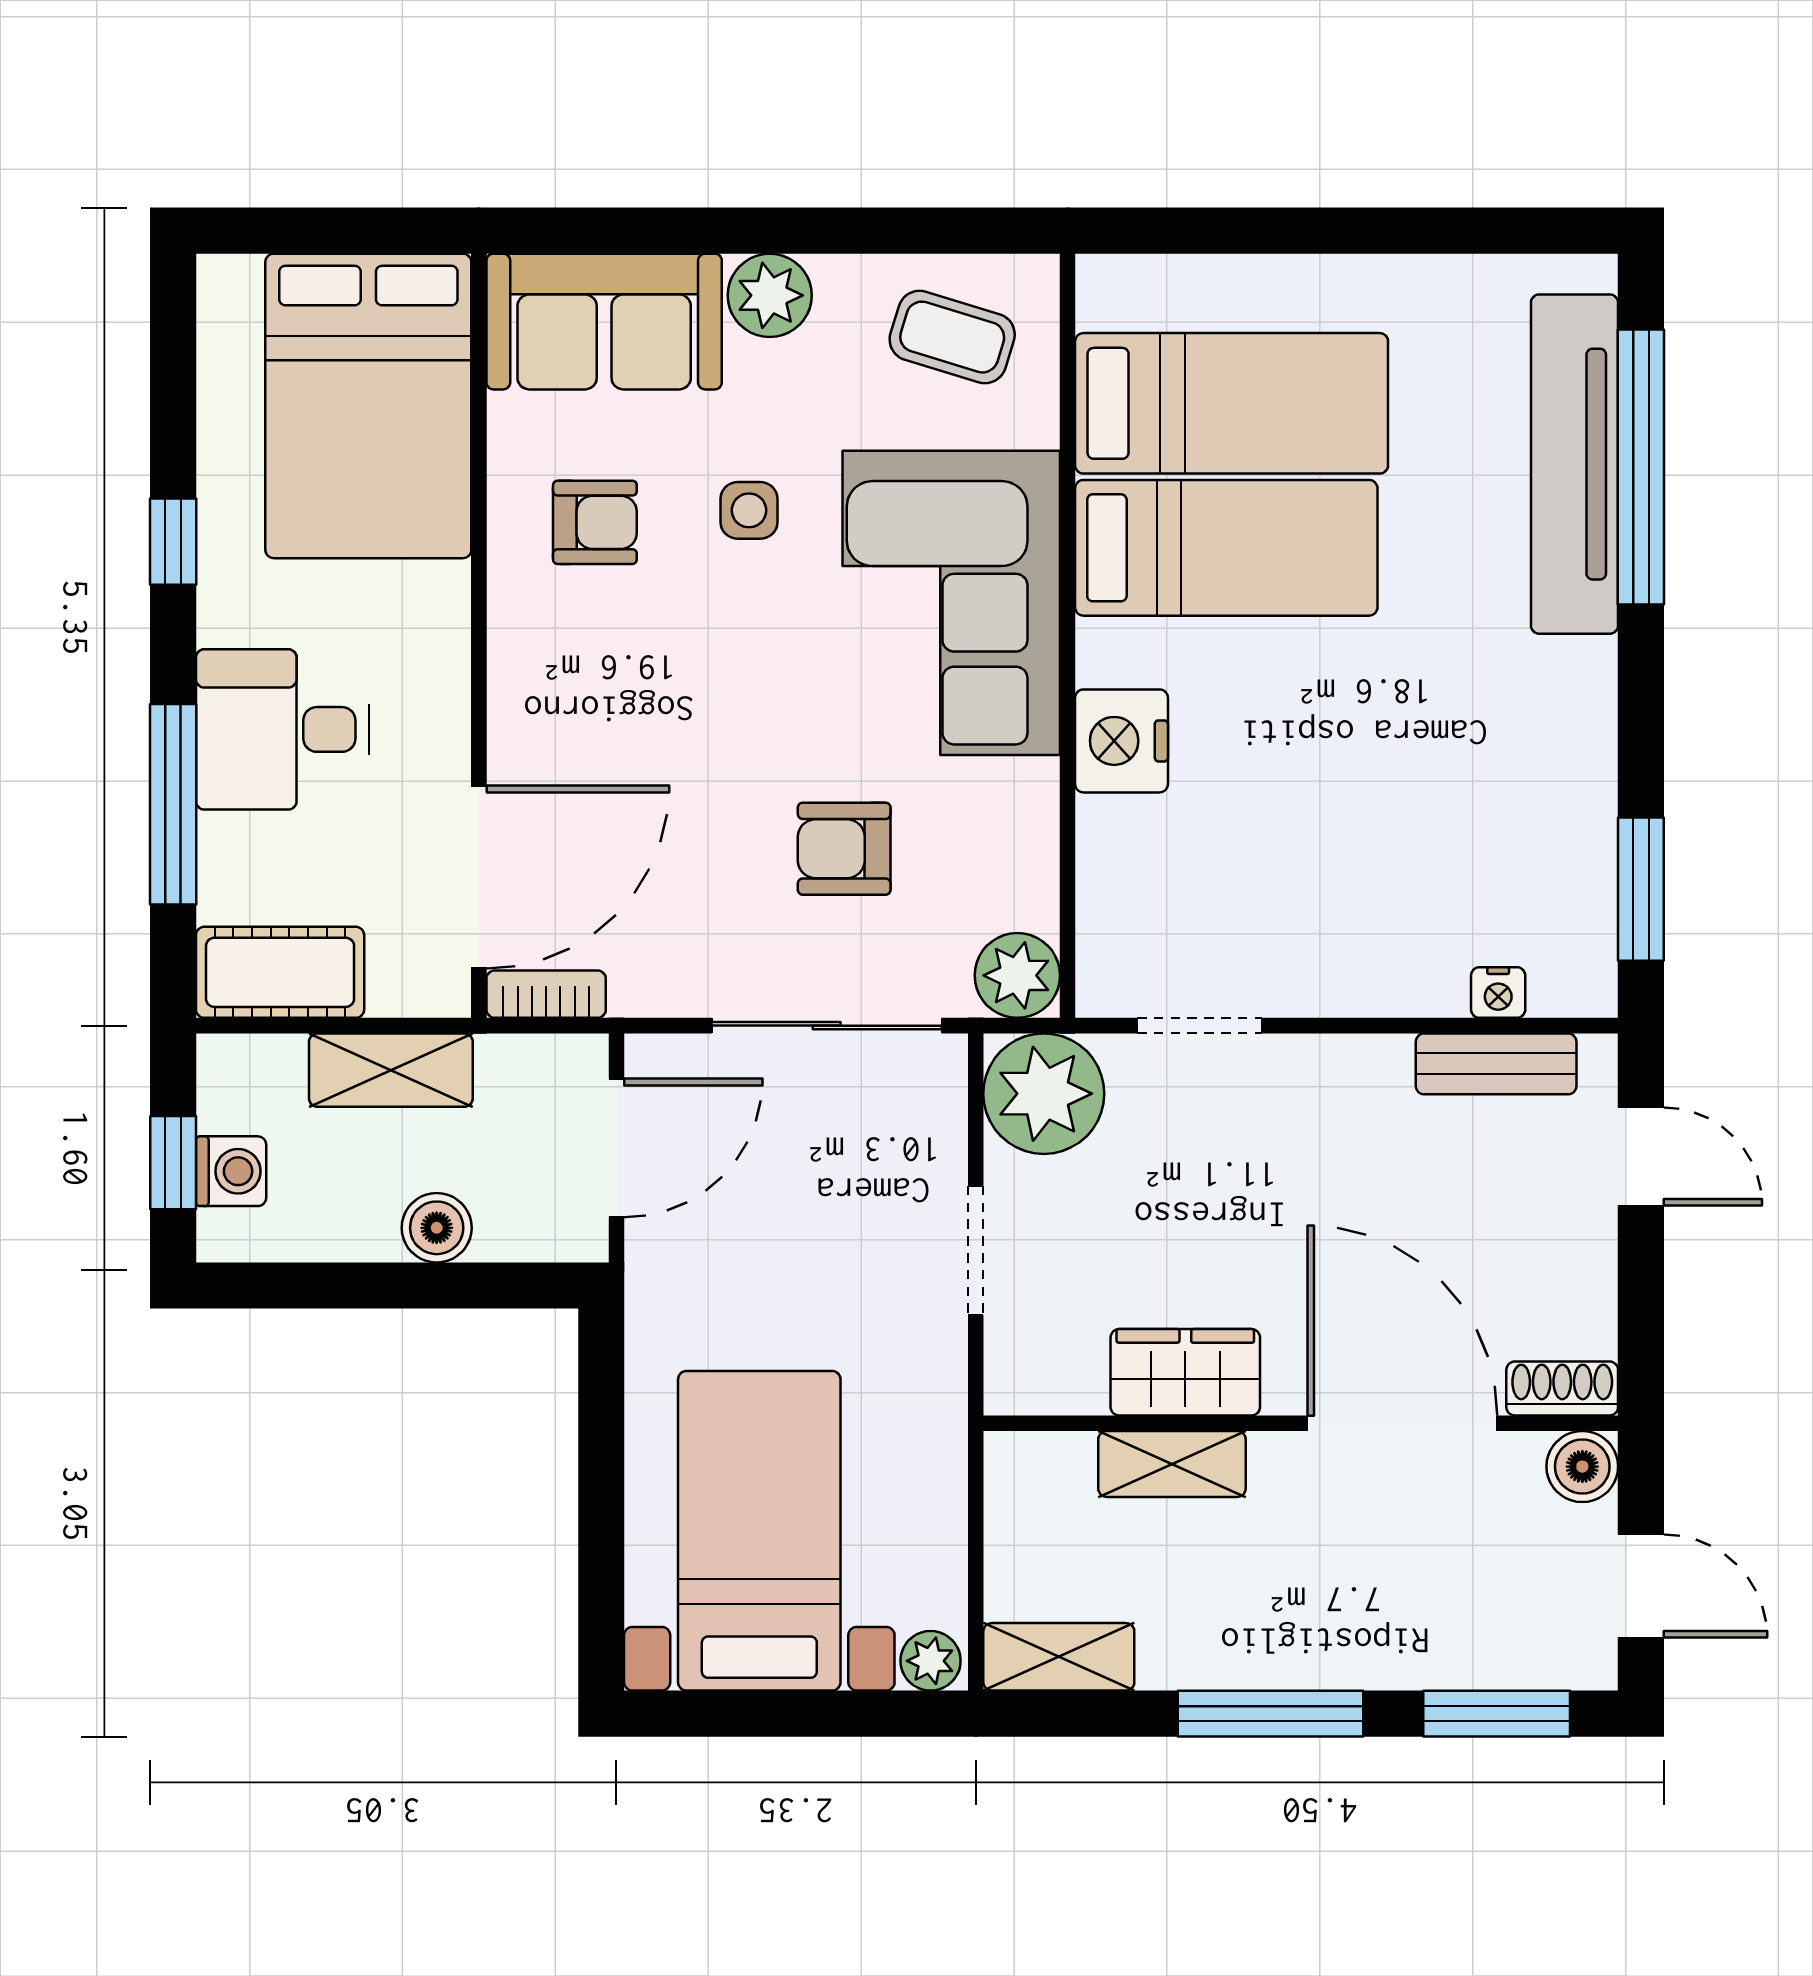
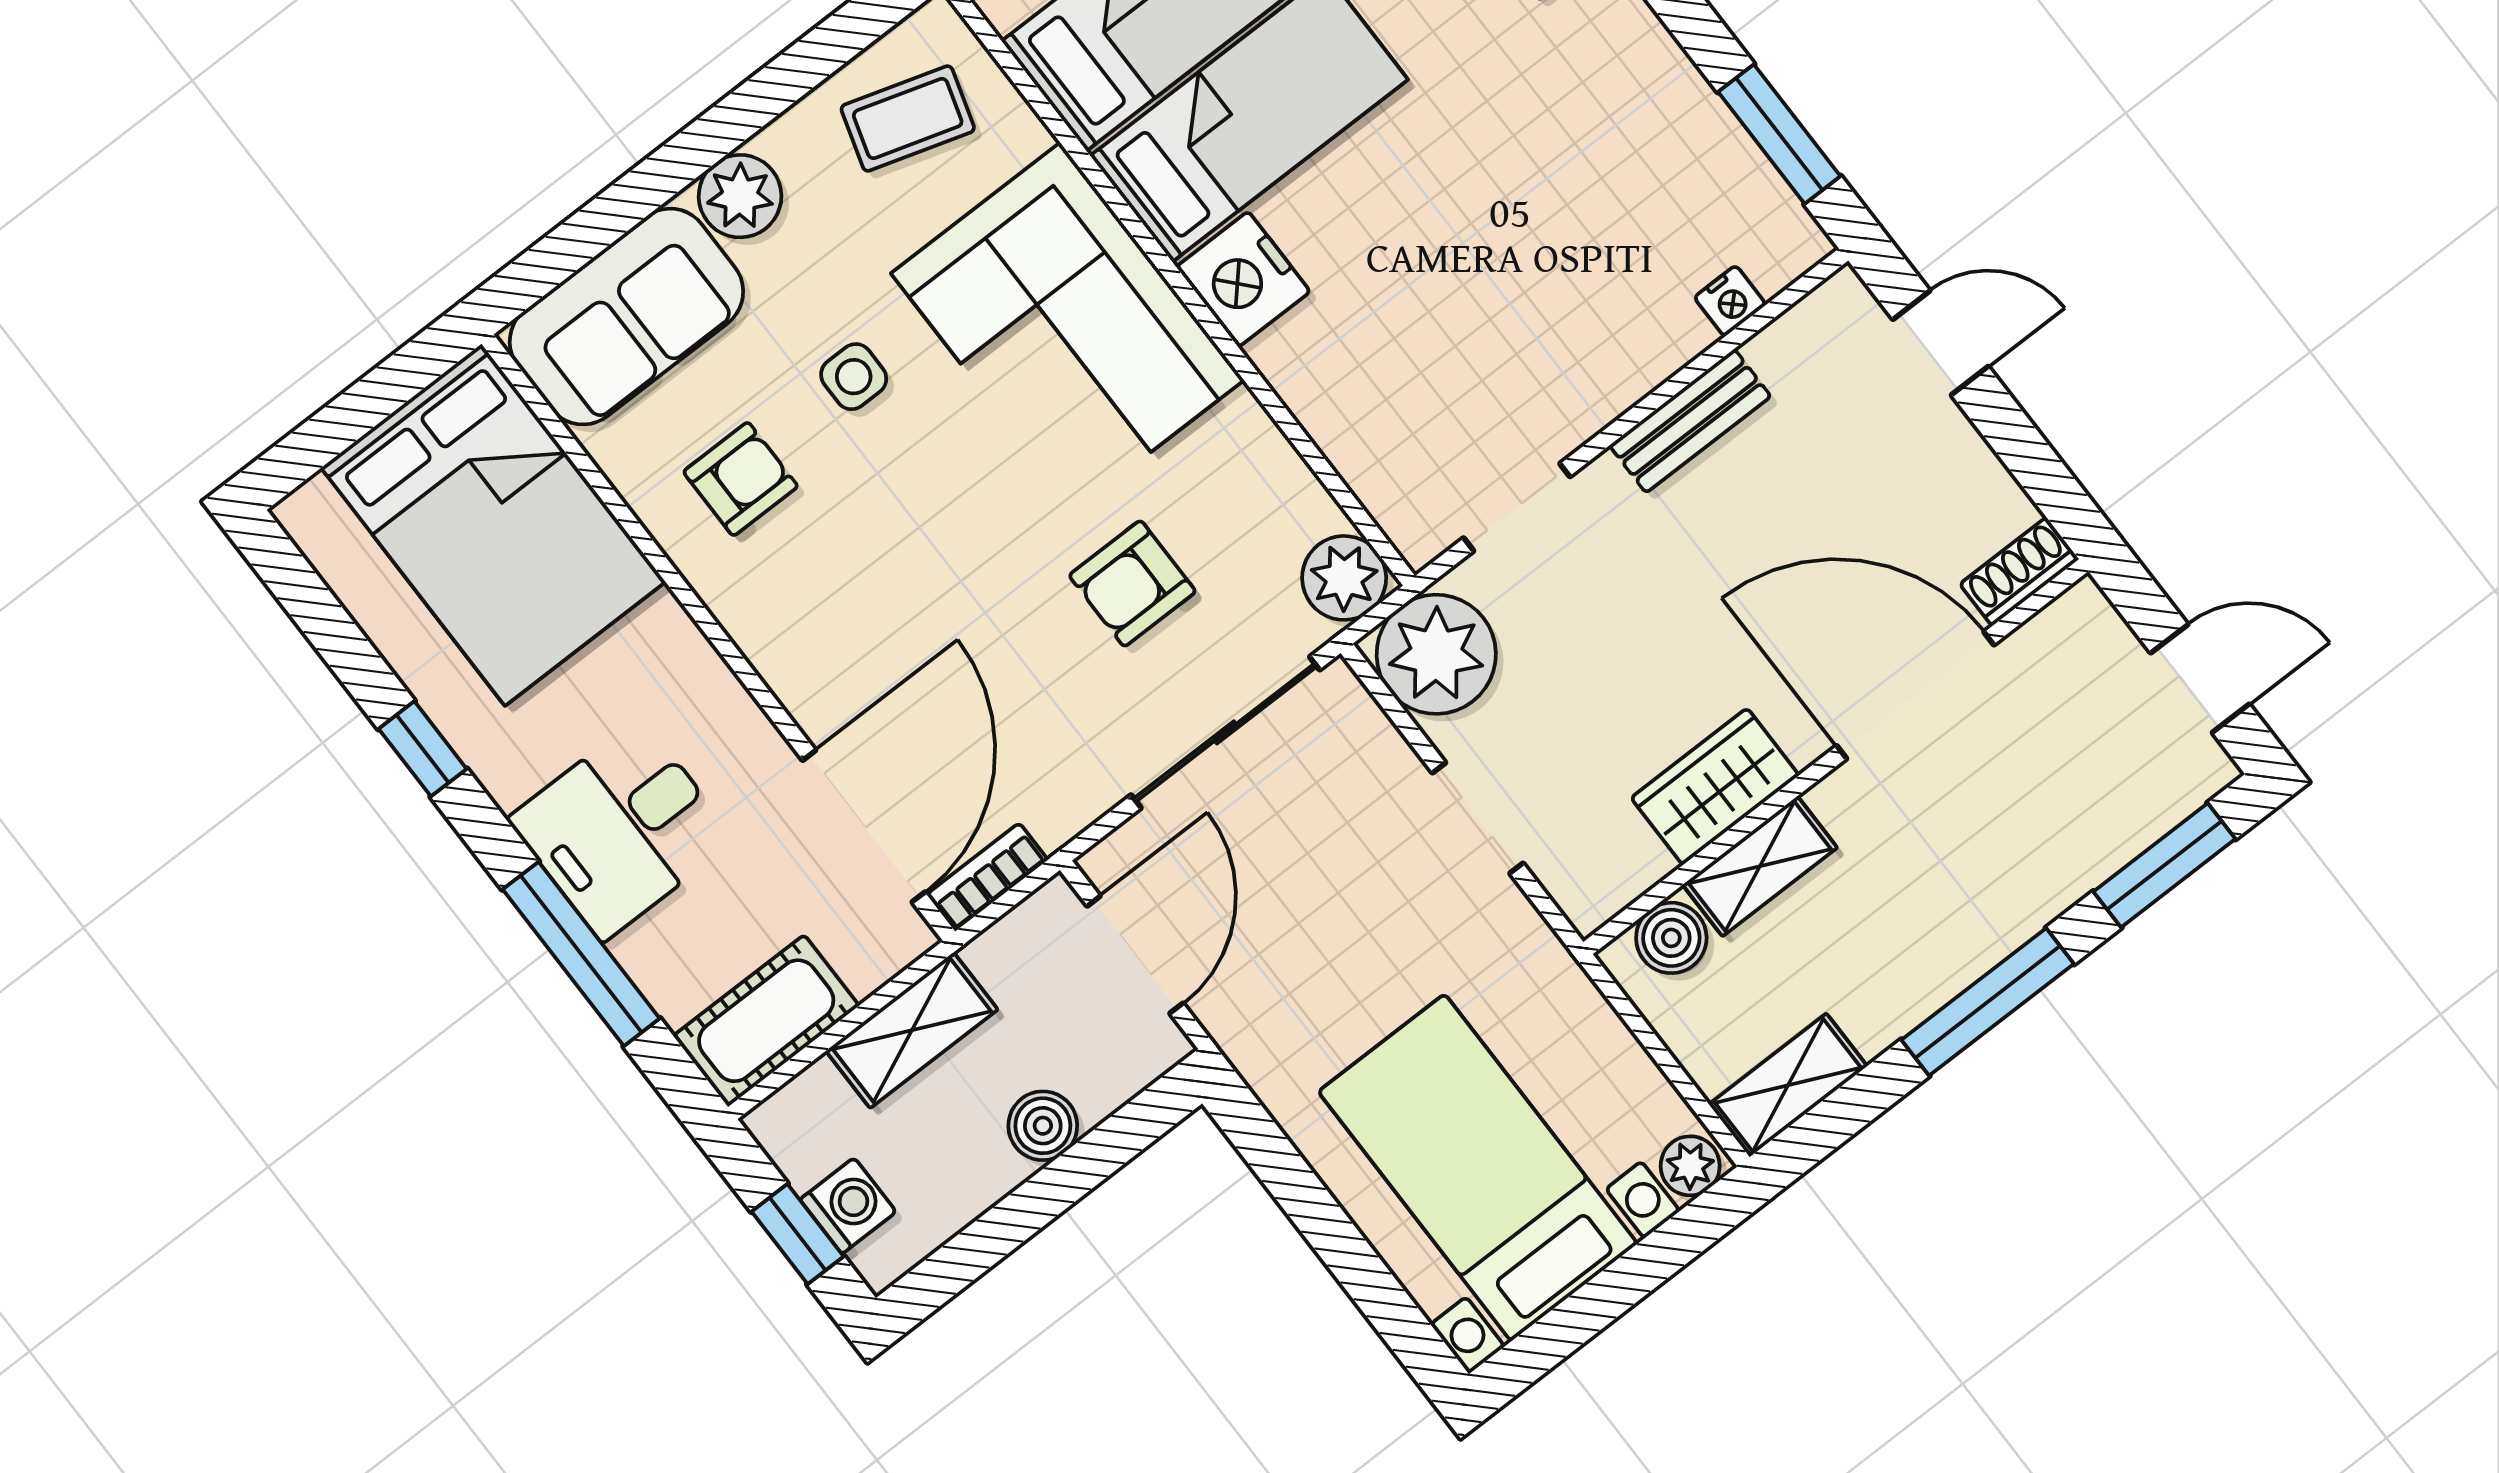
nightstand: (1122, 741) -> (1243, 279), moved
bench: (1496, 1064) -> (1690, 421), moved
boiler: (1582, 1467) -> (1671, 938), moved

